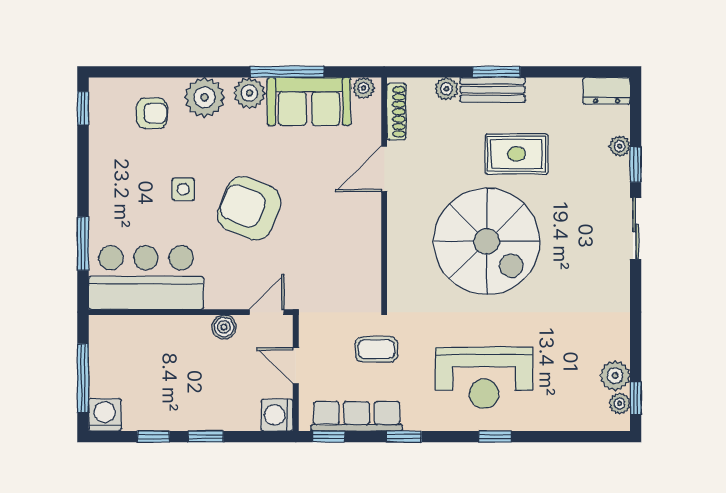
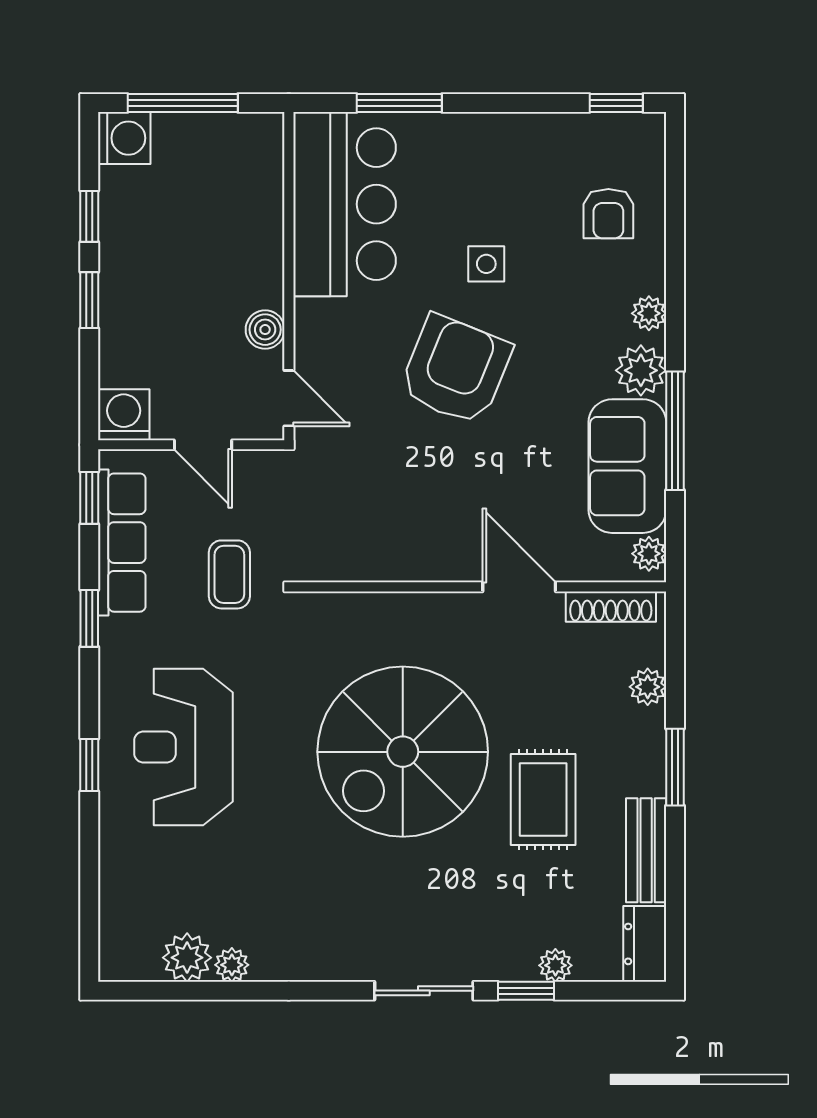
bench: (493, 90) -> (646, 850), moved
plant: (205, 97) -> (649, 313), width x0.53, depth x0.53
door: (296, 366) -> (203, 445), swing flipped
window: (636, 398) -> (151, 991), removed
plant: (620, 403) -> (232, 965), moved

